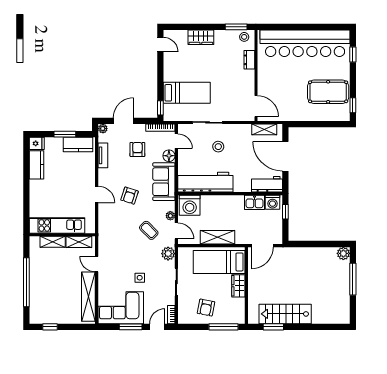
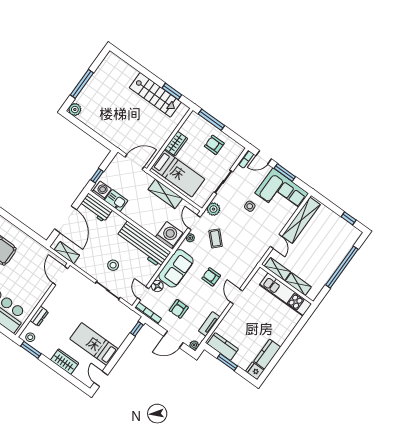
bed: (187, 93) -> (94, 344), moved
armchair: (130, 196) -> (211, 277), turned -108
armchair: (206, 308) -> (214, 145), turned -101

